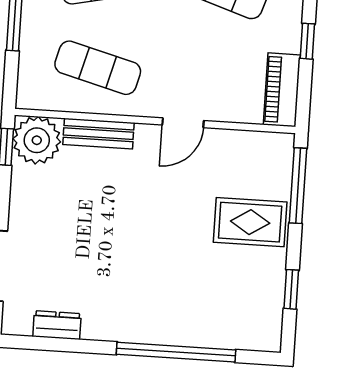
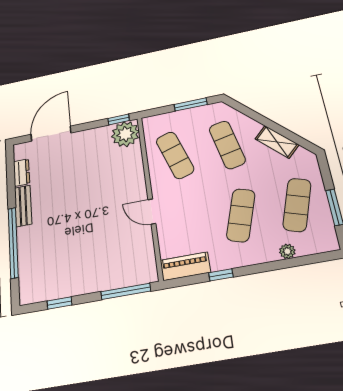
exercise mat: (98, 68) -> (175, 155), turned -33
bench: (98, 134) -> (23, 206), moved
rug: (250, 222) -> (98, 267), removed

